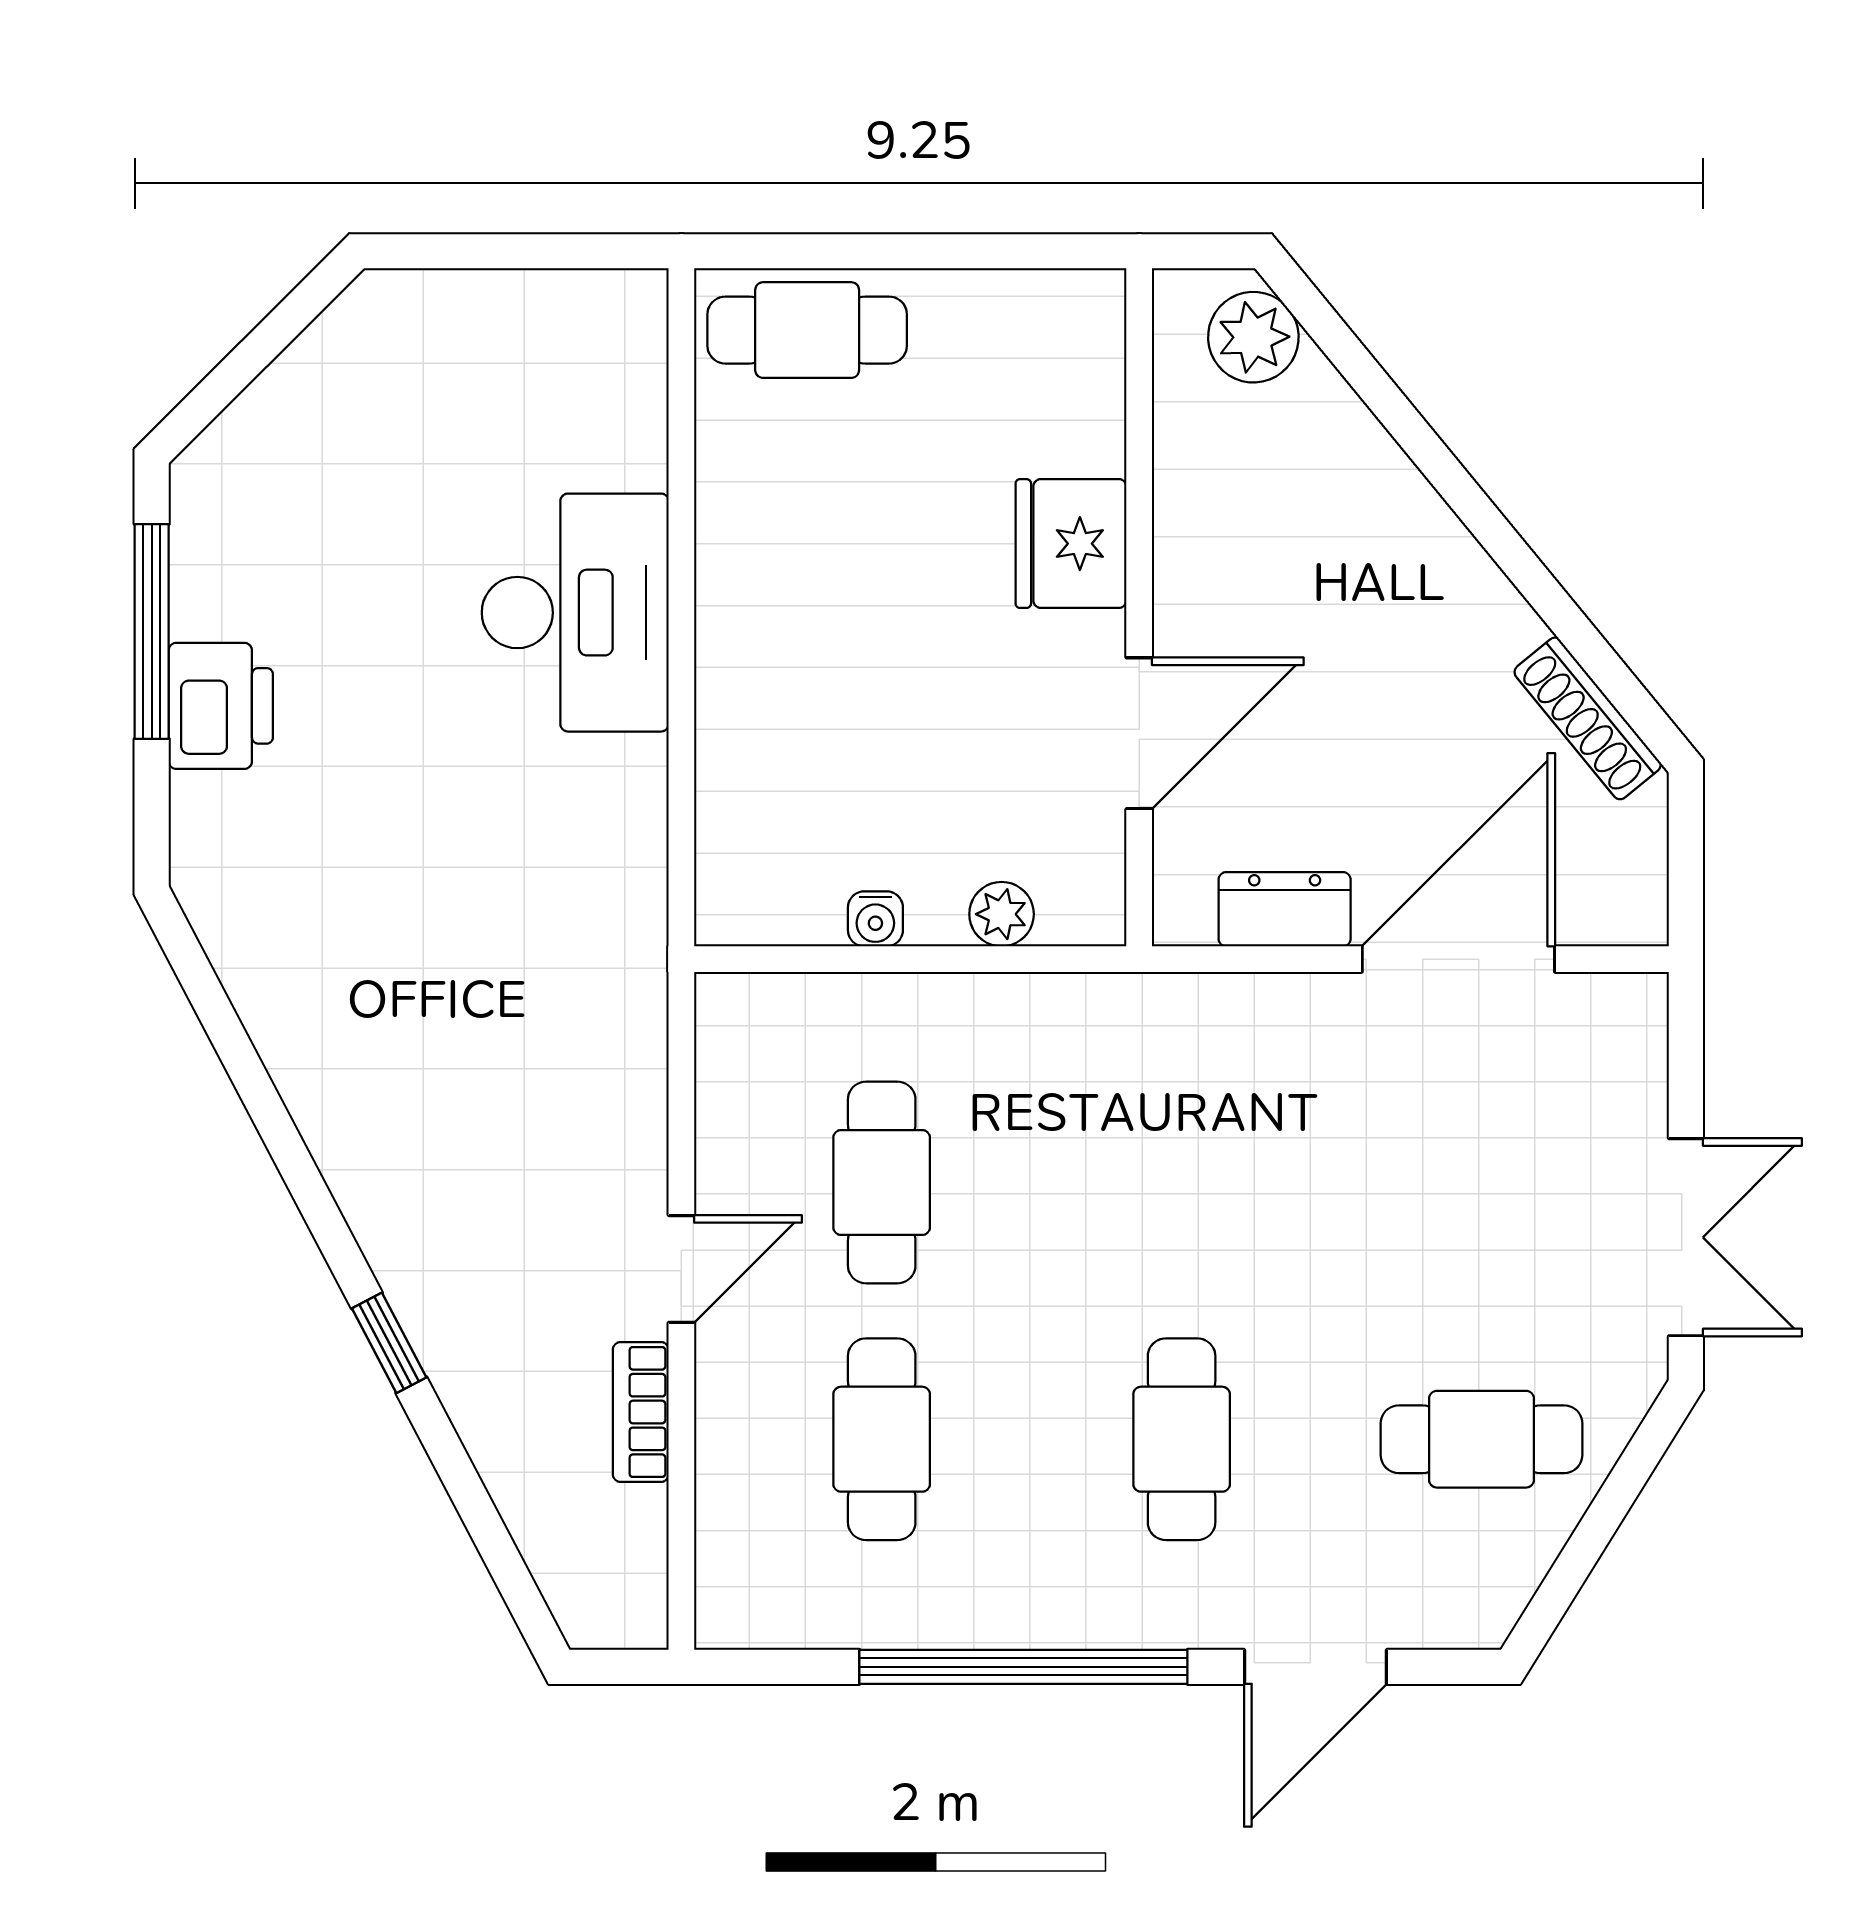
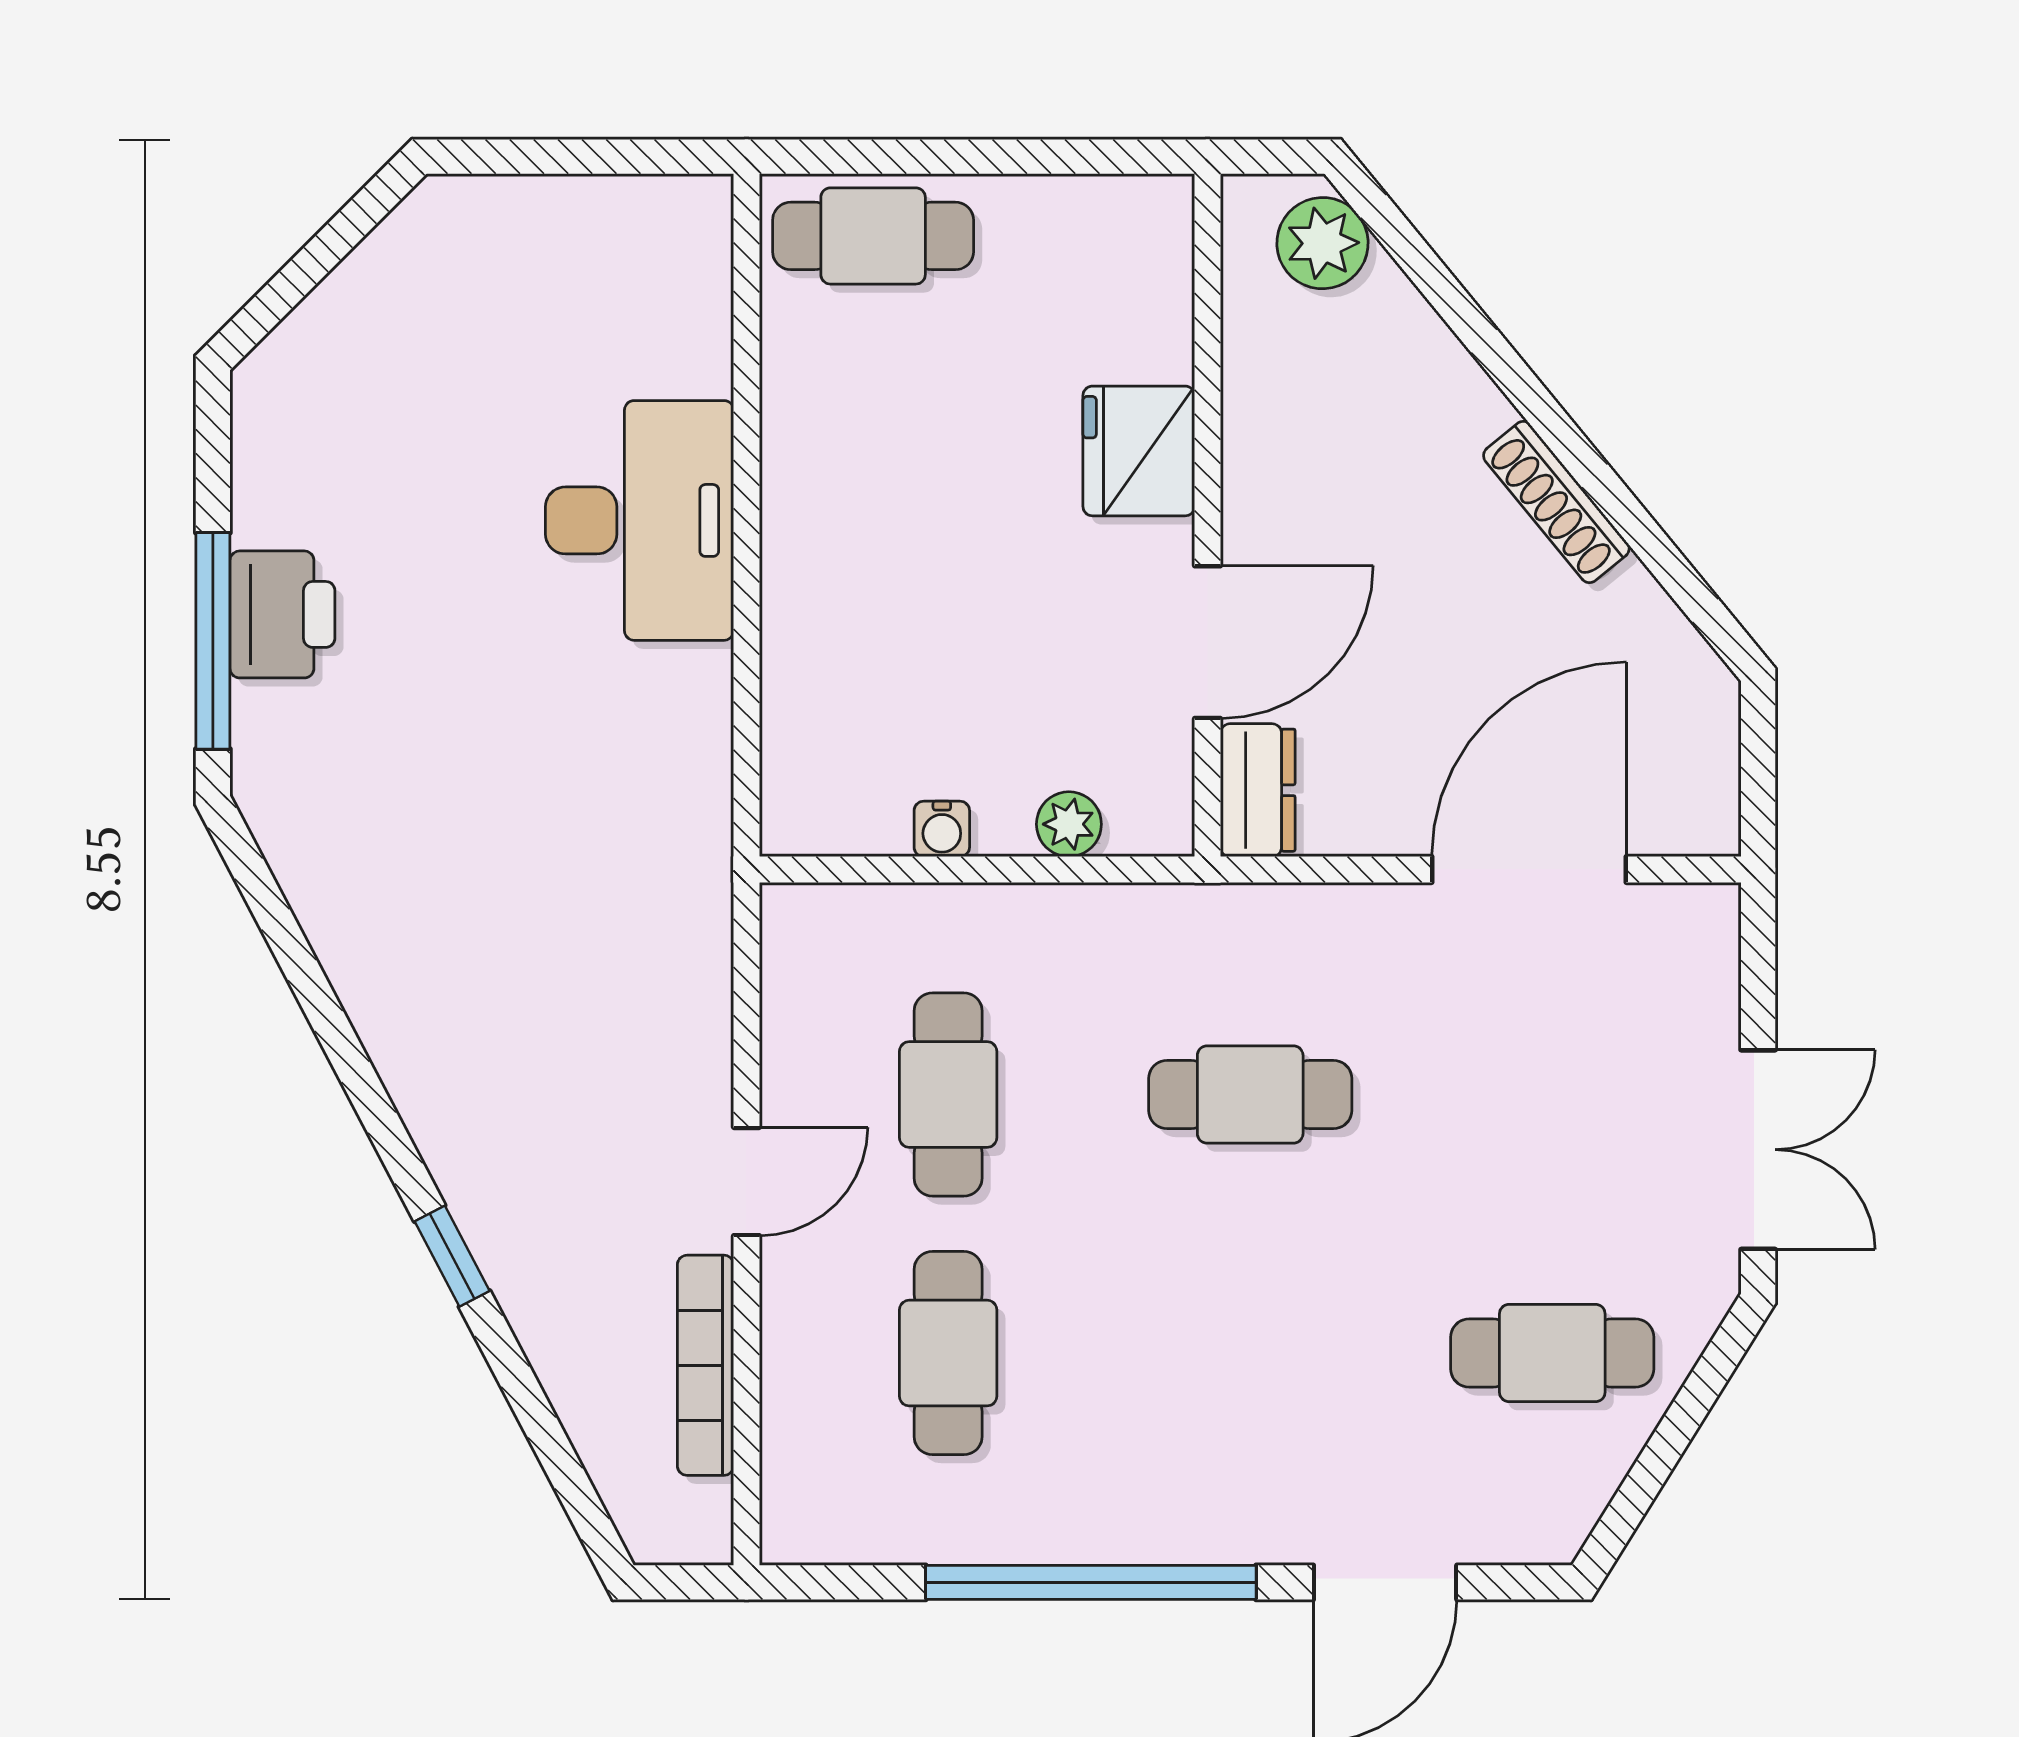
window: (152, 632) -> (213, 641), moved
shoe rack: (1588, 718) -> (1556, 502), moved
dresser: (1285, 909) -> (1258, 790), moved, turned 90
bookcase: (641, 1412) -> (706, 1365), width x1.56
cafe table: (1182, 1439) -> (1250, 1094), moved, turned 90

